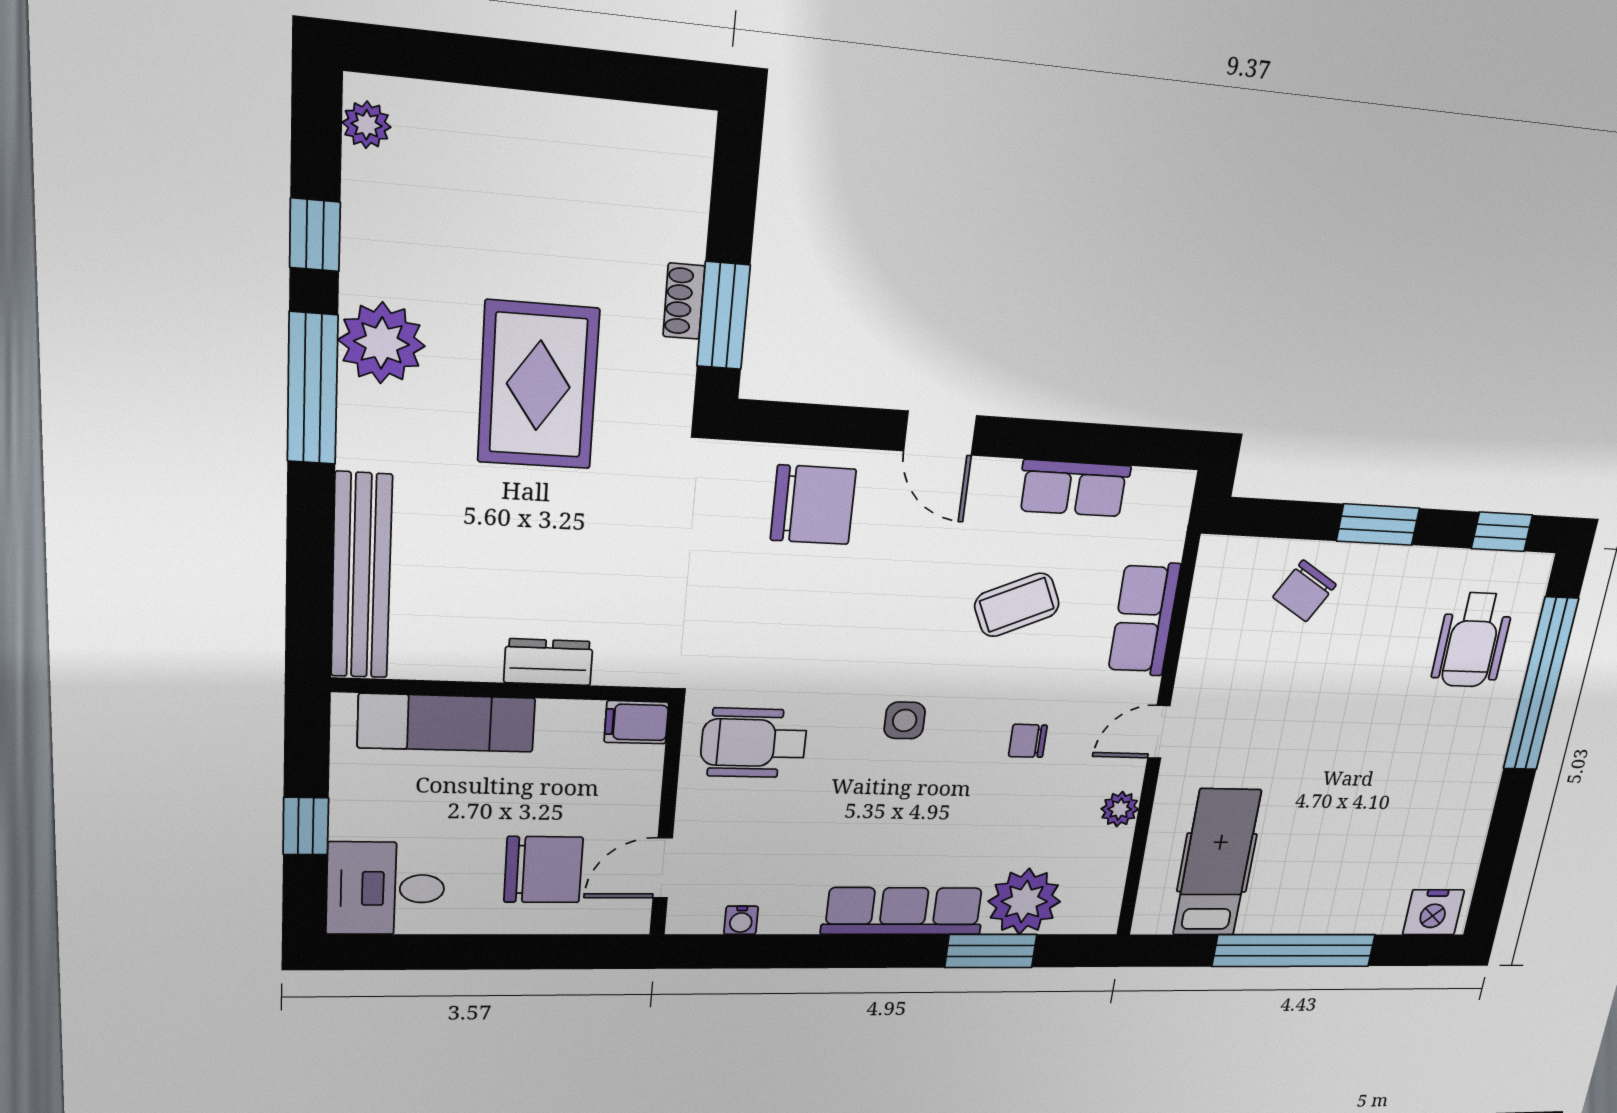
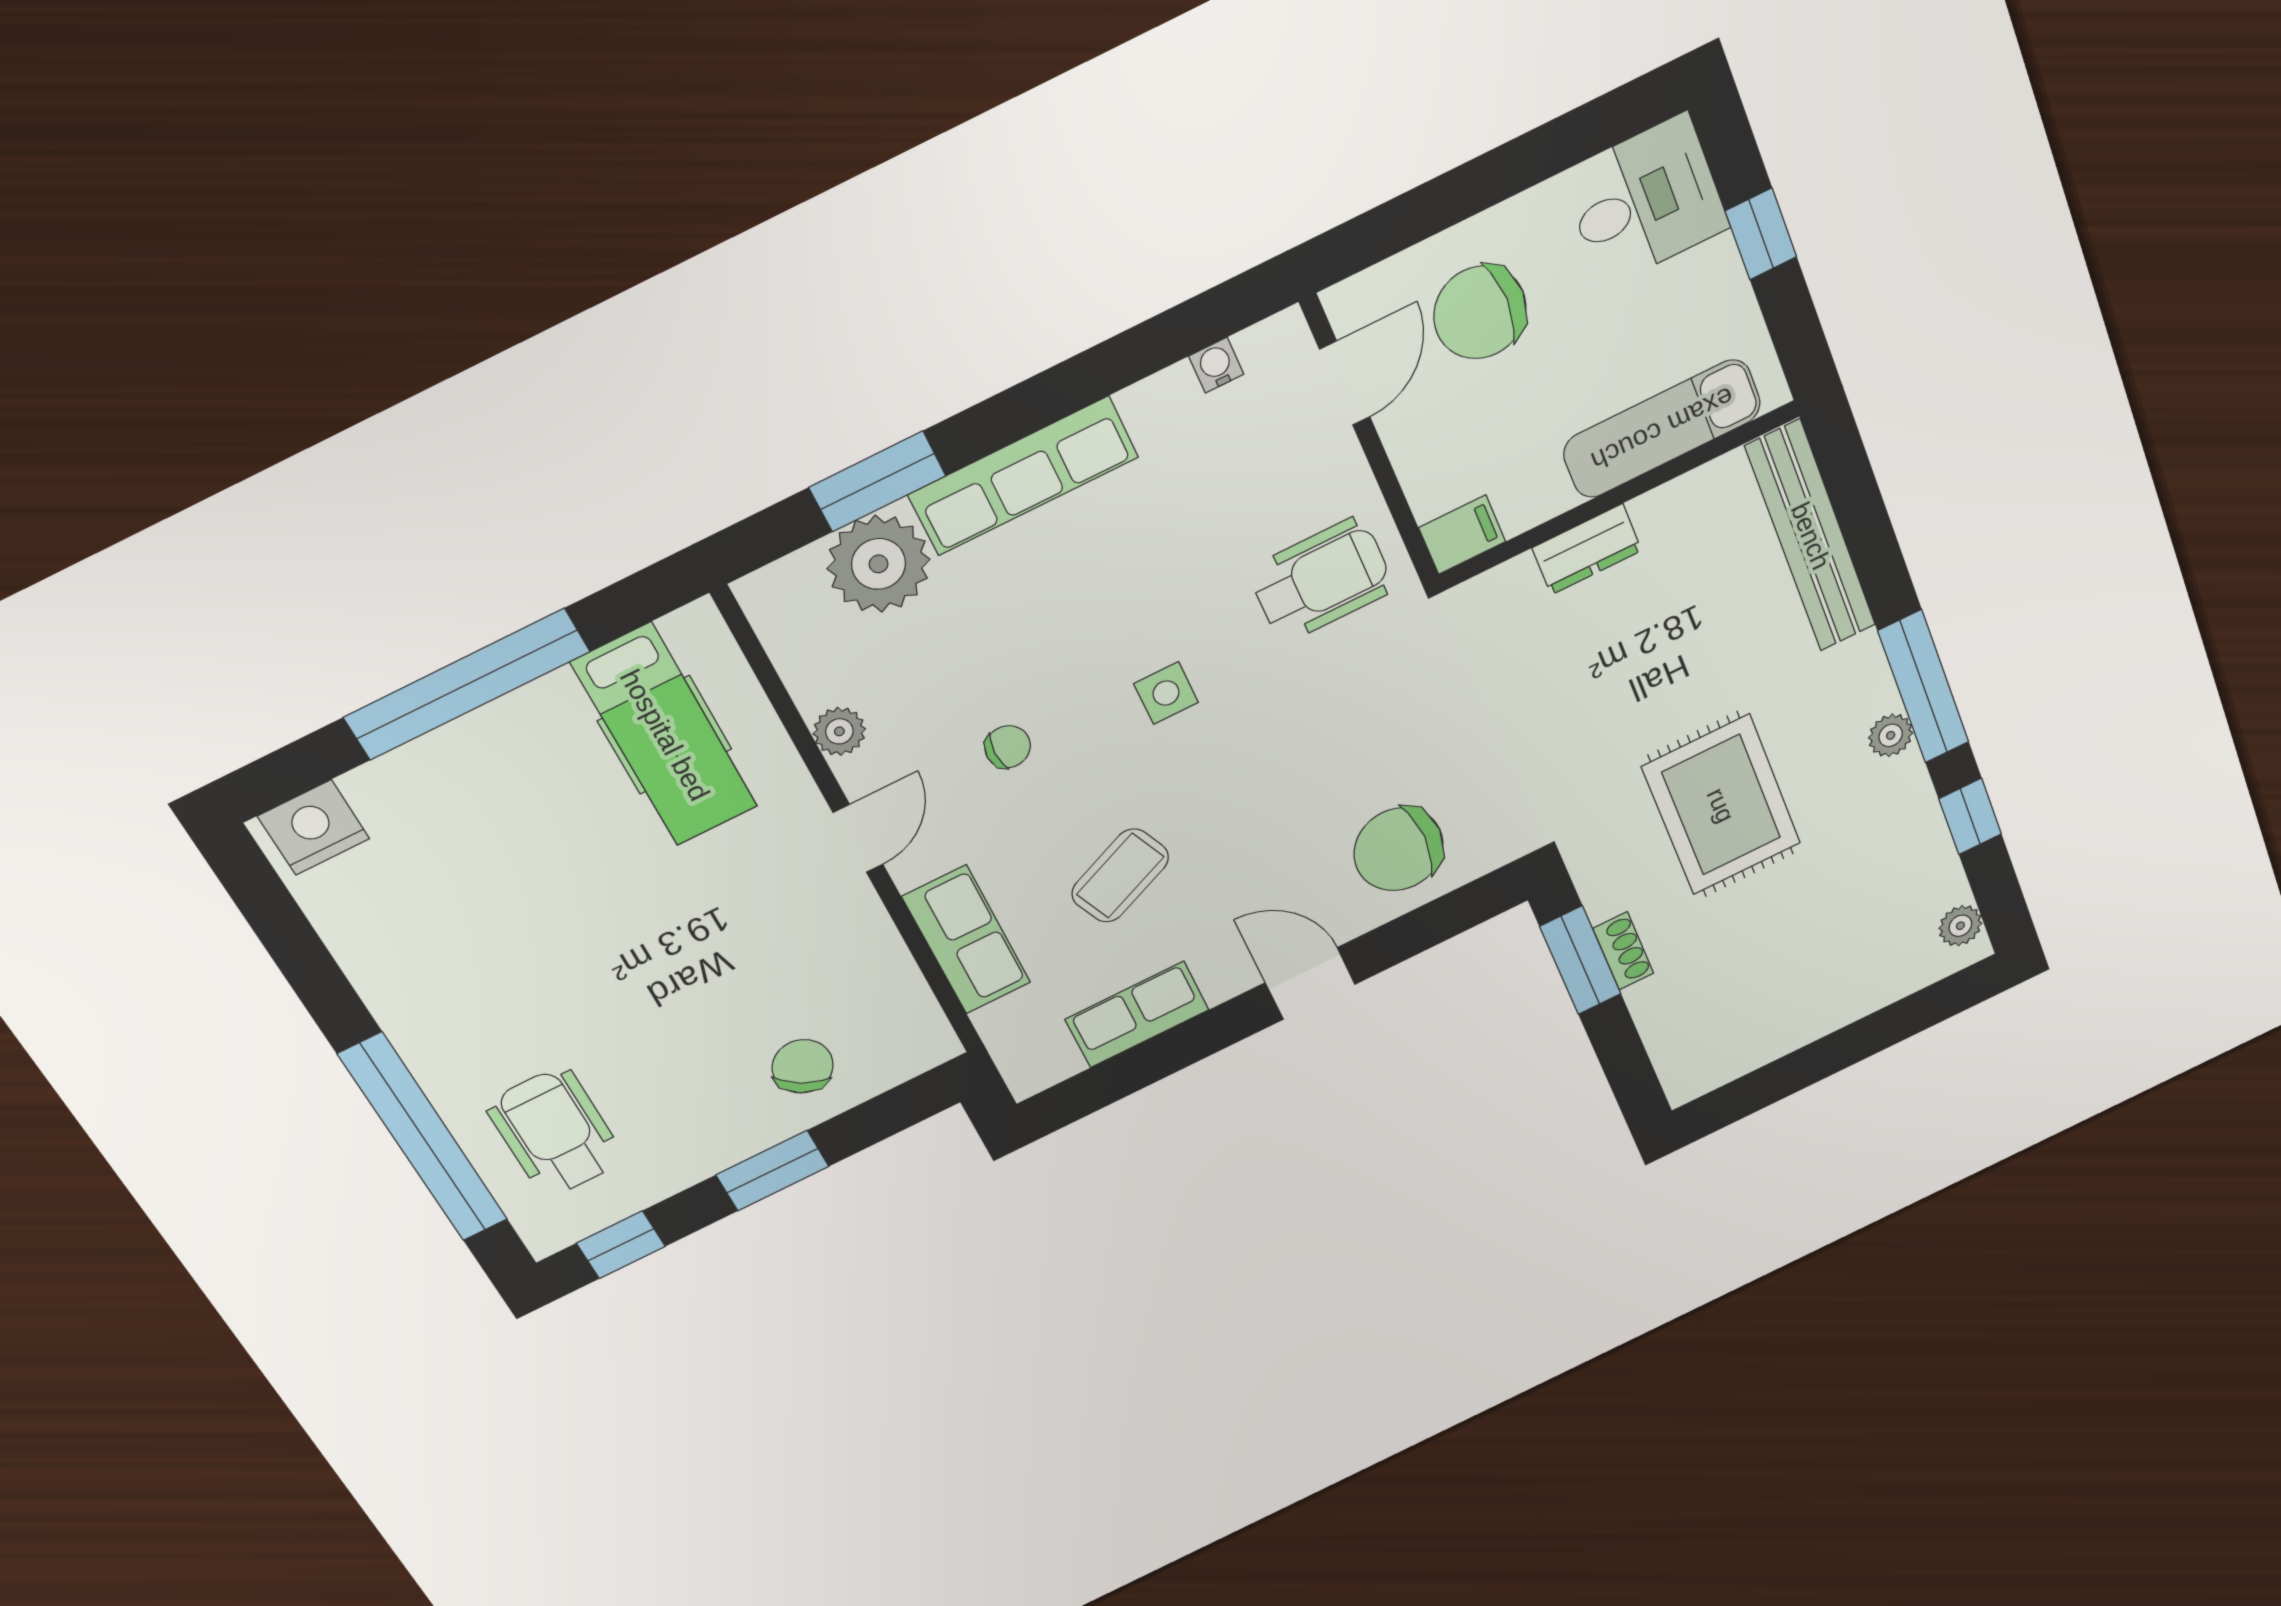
plant: (382, 343) -> (1891, 735), width x0.53, depth x0.53

